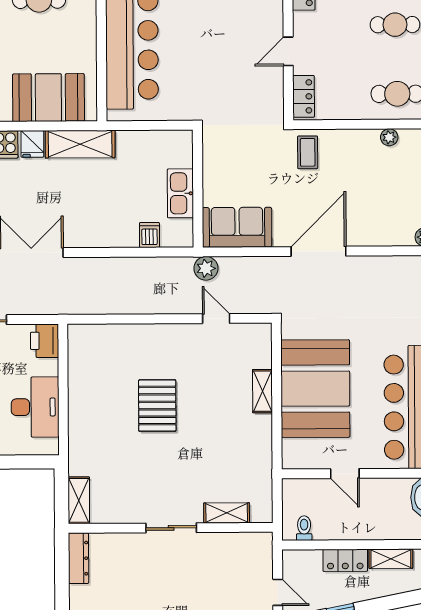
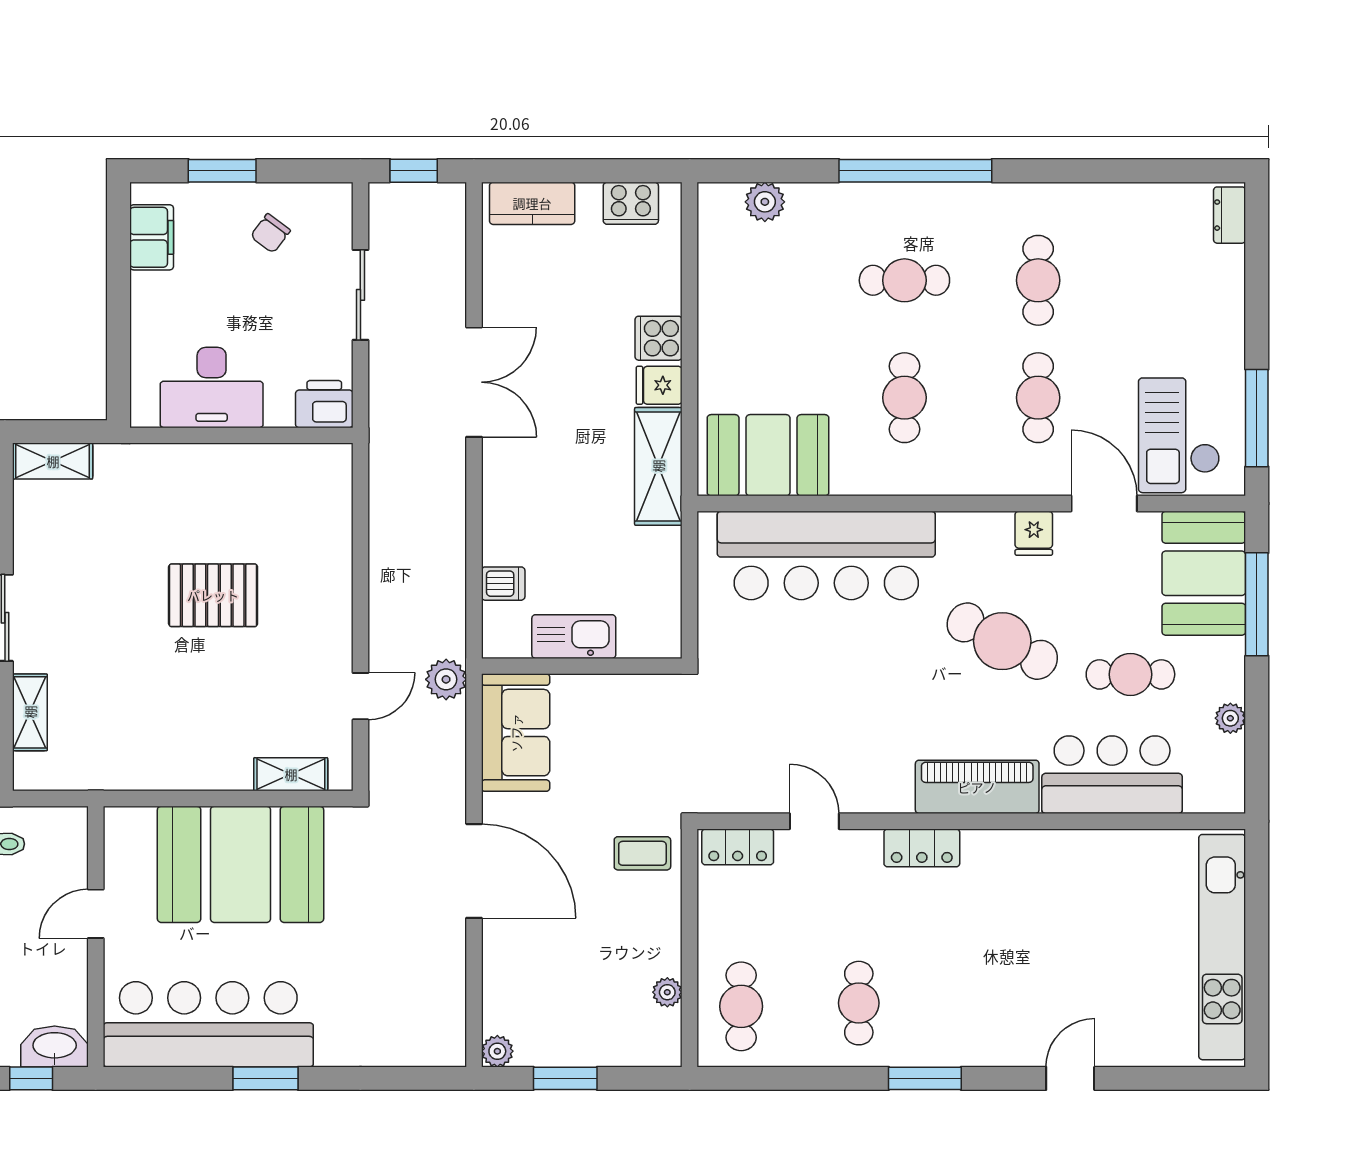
booth: (48, 98) -> (768, 455), moved, turned 90
shelving: (262, 391) -> (291, 774), moved

